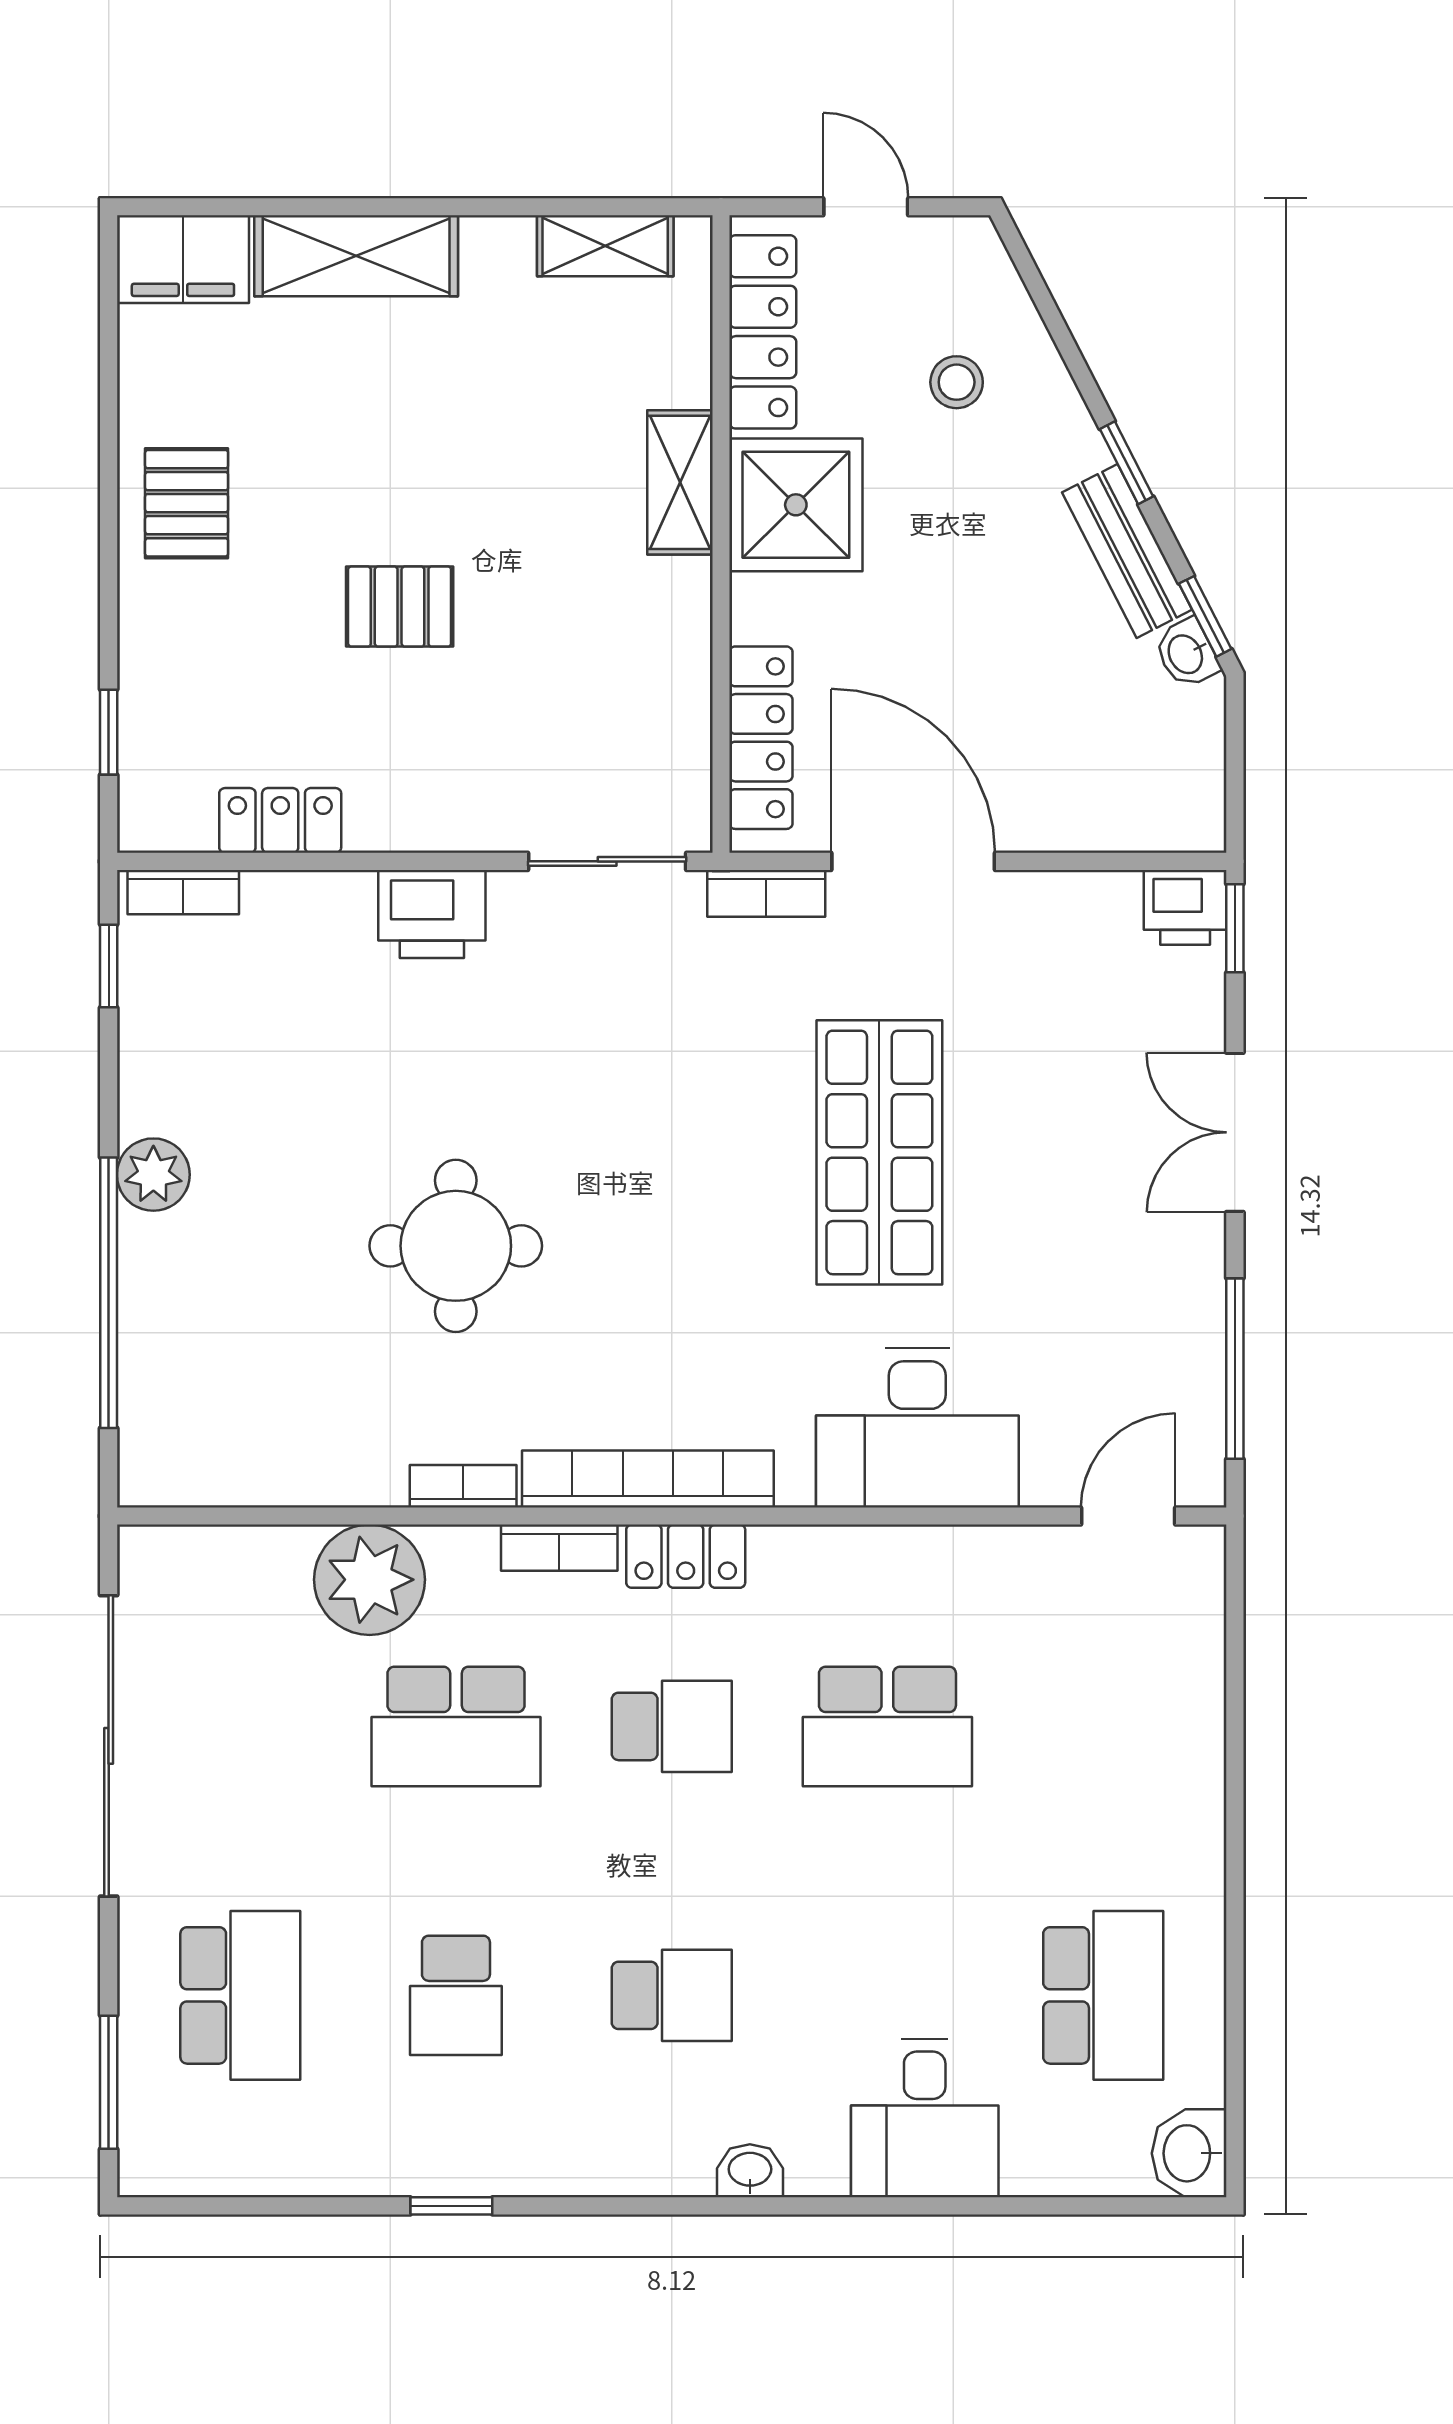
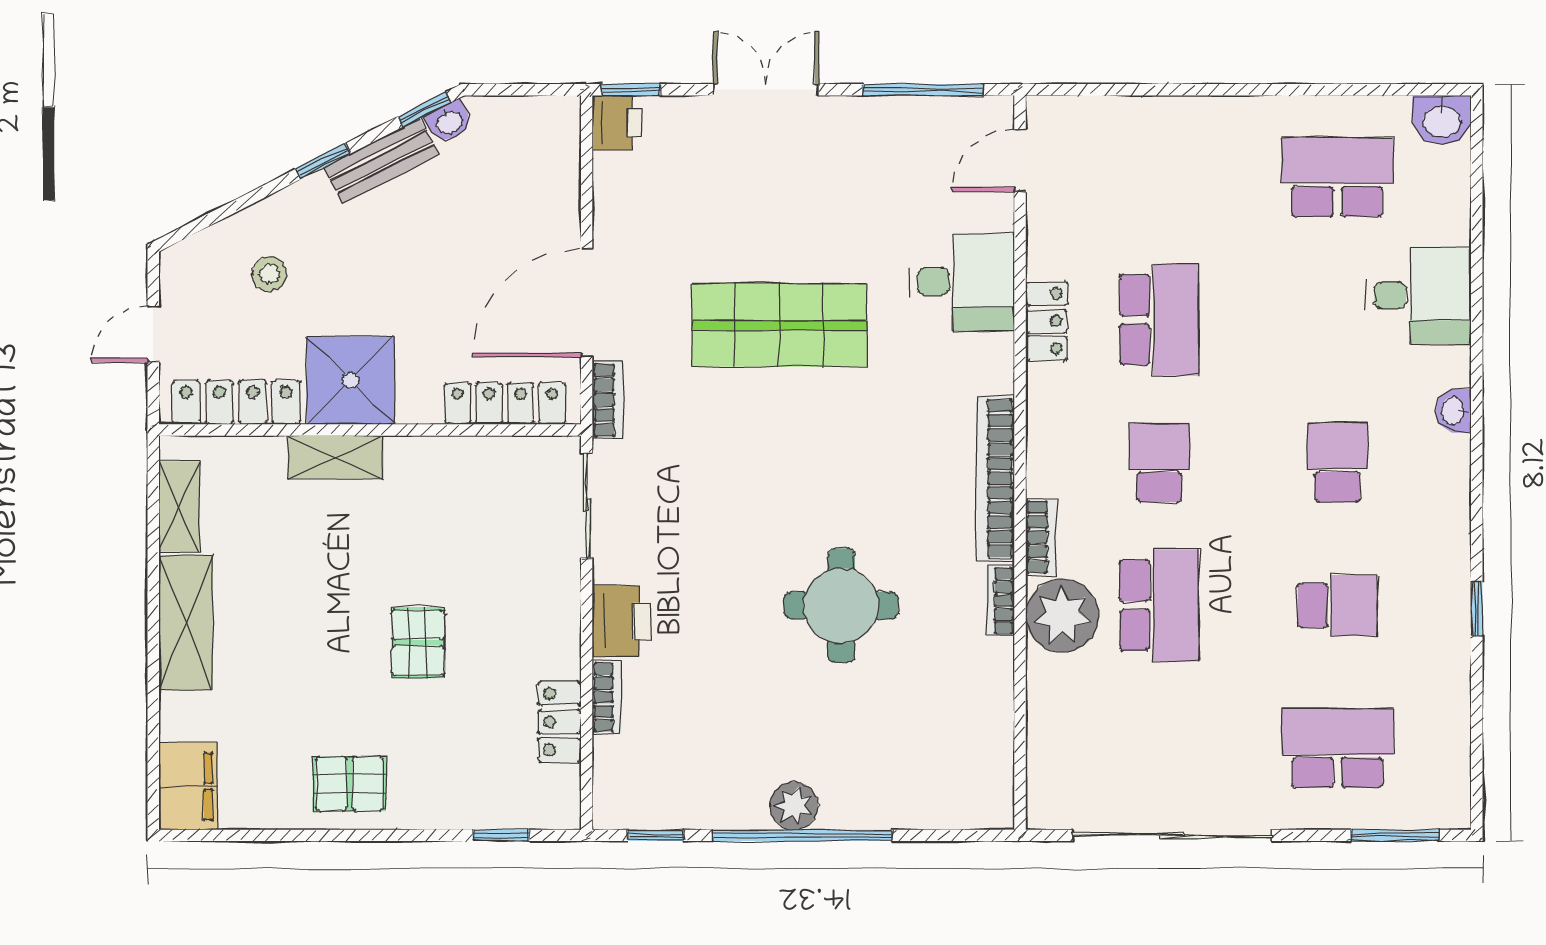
shelving: (356, 256) -> (186, 623), moved
bookcase: (183, 892) -> (607, 697), moved
double door: (1235, 1132) -> (766, 90), swing flipped
window: (109, 1293) -> (803, 835), moved
desk: (917, 1428) -> (962, 282), width x0.73
door: (1128, 1516) -> (1020, 160), hinge flipped
locker: (686, 1556) -> (1047, 321), moved
plant: (370, 1580) -> (1062, 616), moved

